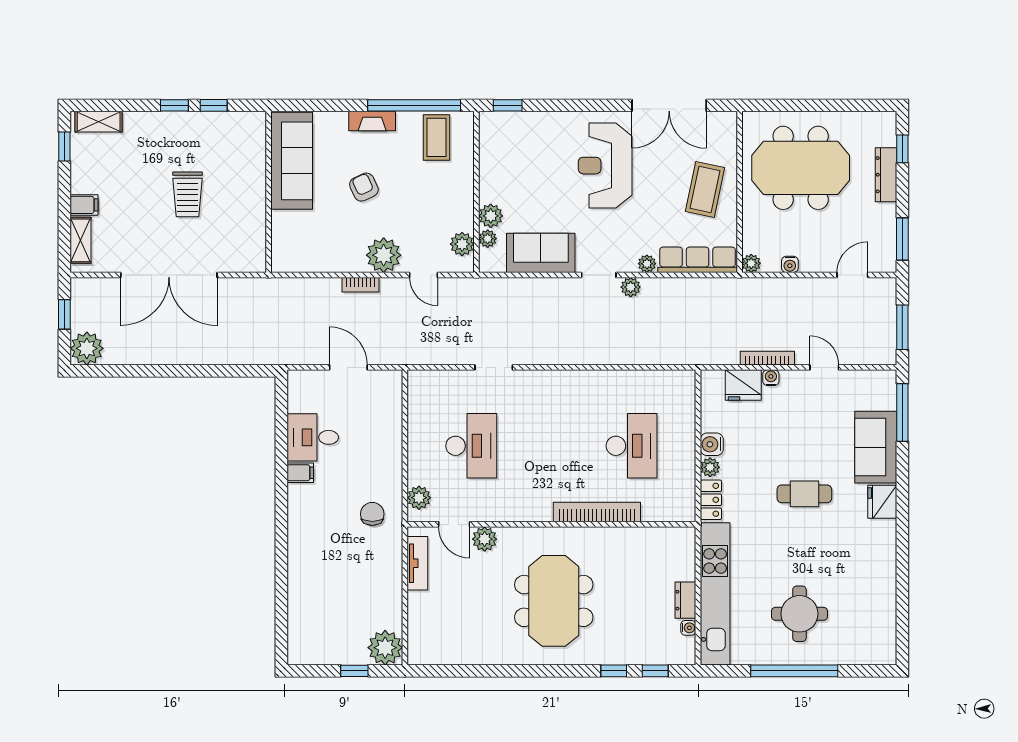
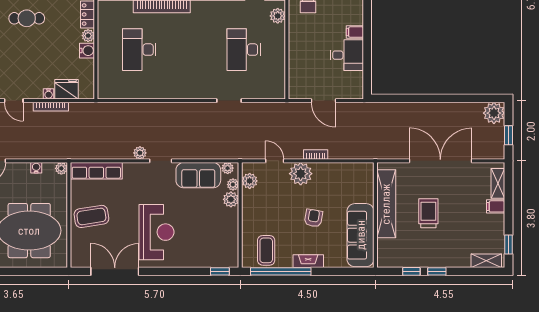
armchair: (364, 187) -> (313, 218), turned -145
coffee table: (705, 190) -> (91, 216), turned 69
shelving: (252, 209) -> (386, 204), added
plant: (647, 264) -> (228, 168), moved

